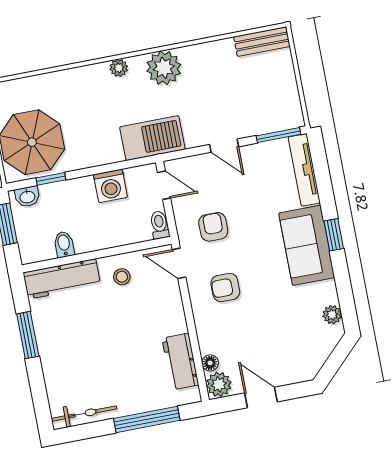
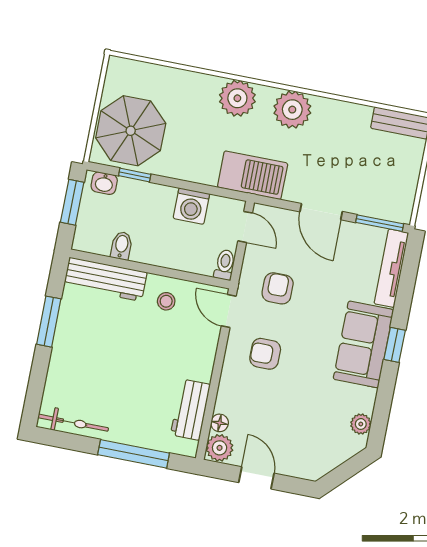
plant: (119, 68) -> (237, 98), width x1.88, depth x1.88
door: (224, 146) -> (321, 212), width x1.38

